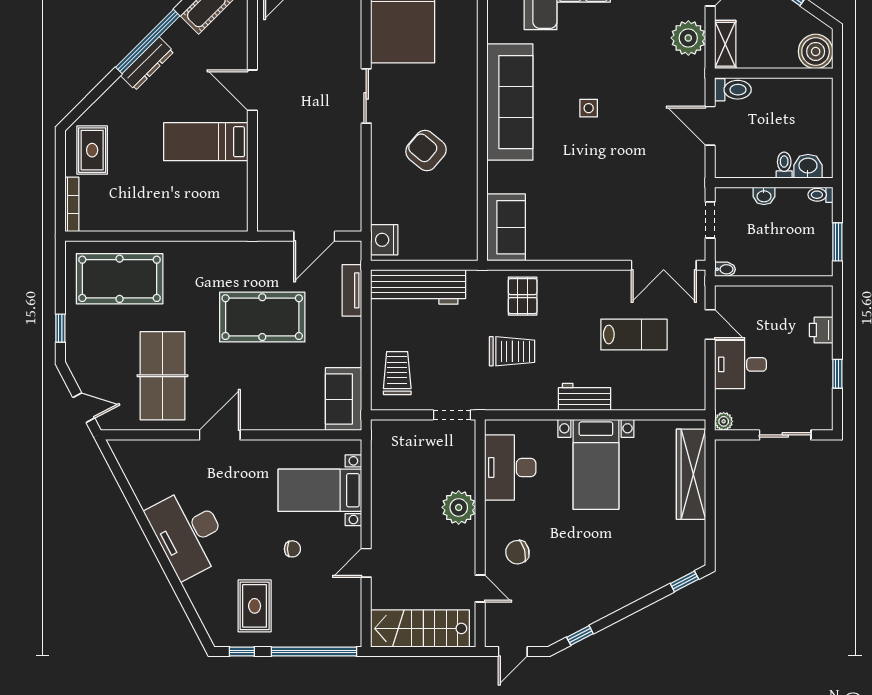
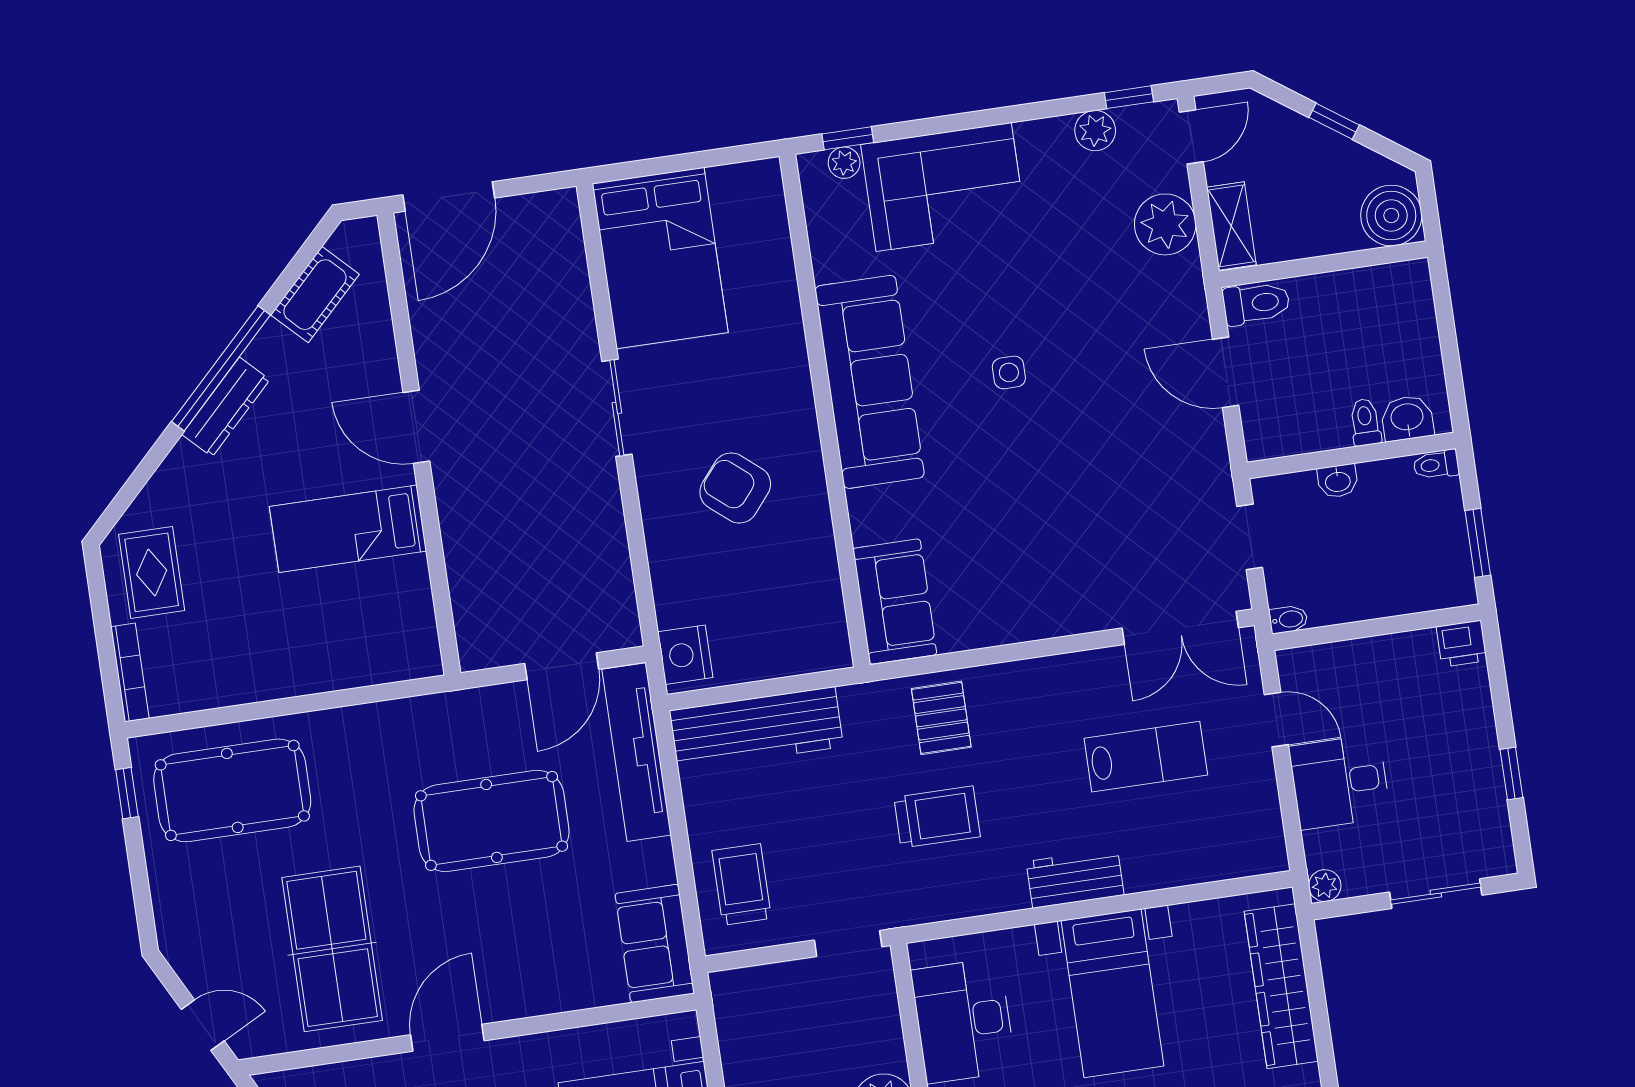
tv unit: (352, 290) -> (637, 752), width x1.92, depth x1.29
window: (60, 328) -> (127, 793), moved
printer: (821, 330) -> (1462, 644), moved, turned -90

